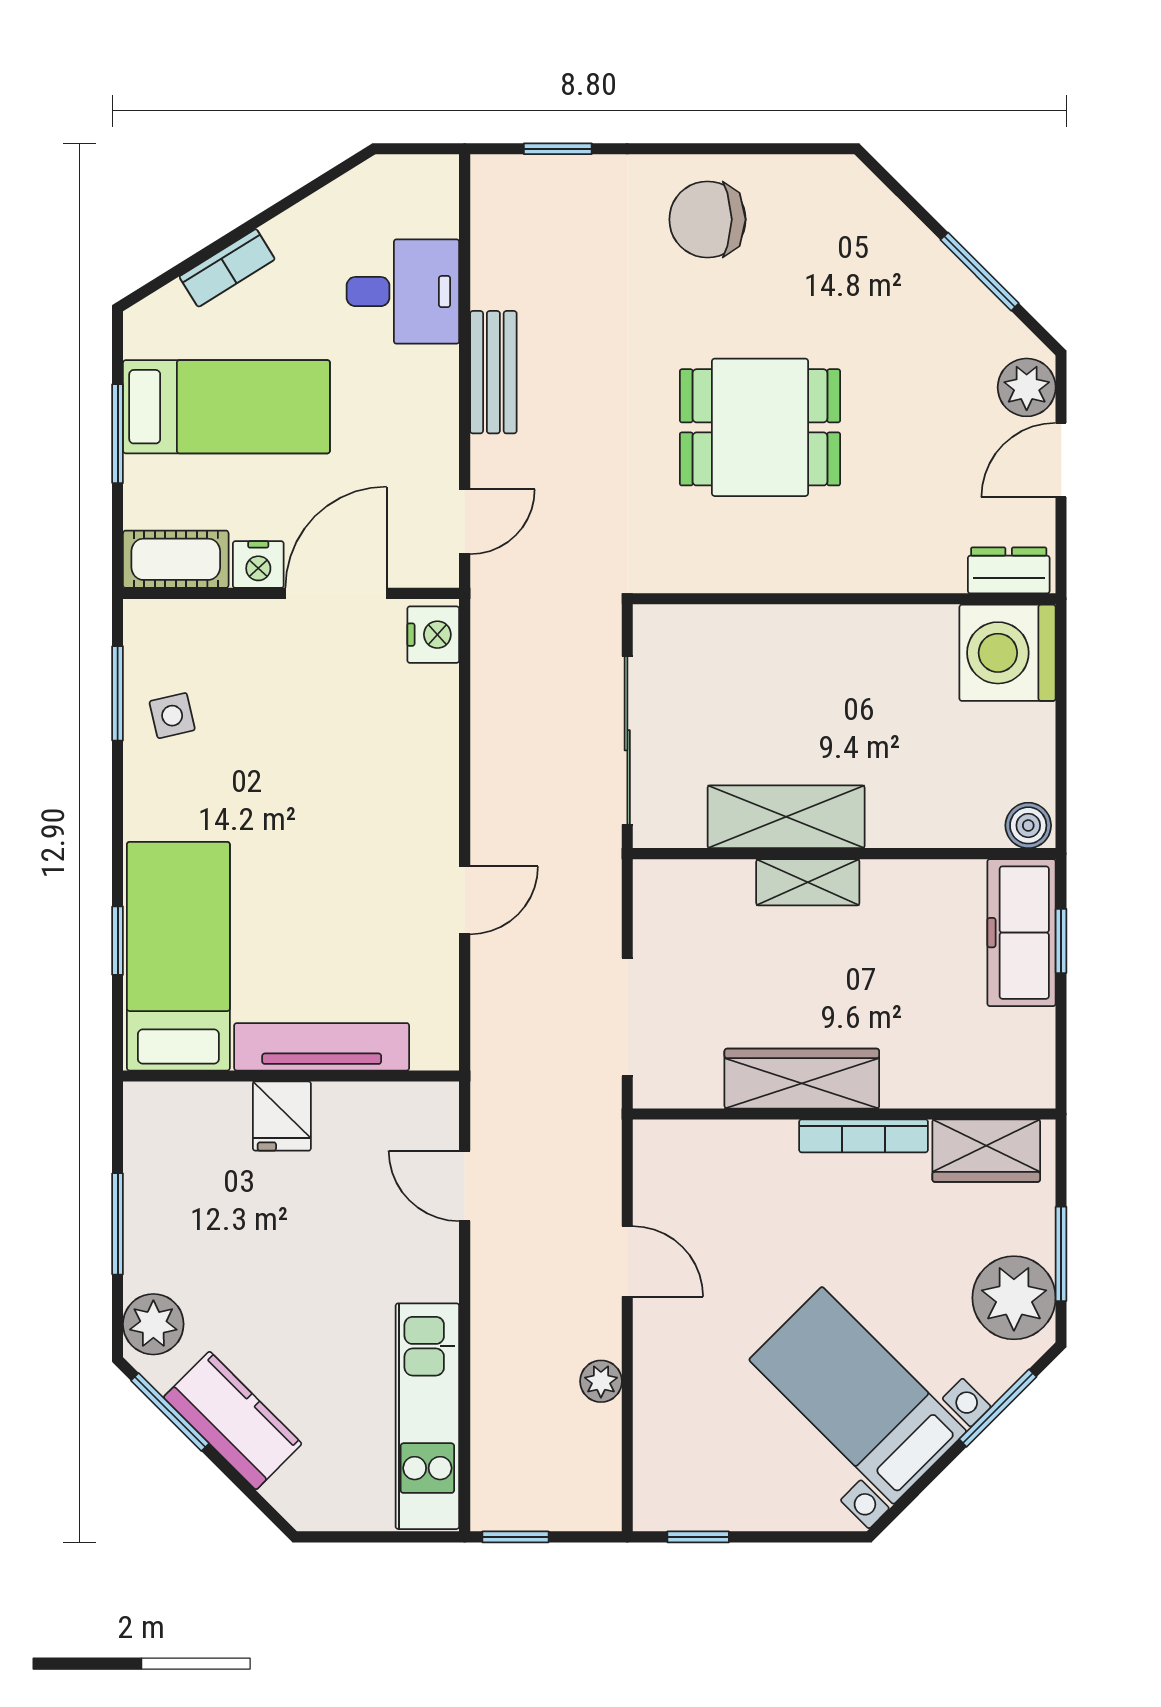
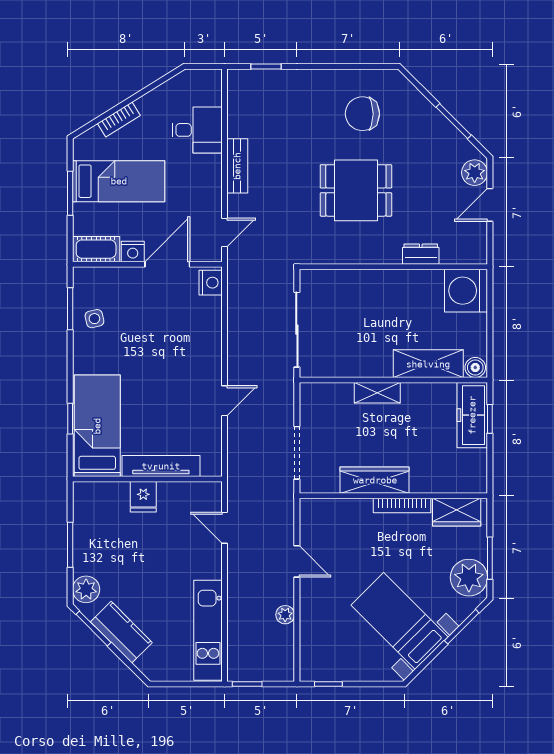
chair: (707, 219) -> (362, 114), moved
dresser: (1009, 570) -> (421, 254), moved
shelving: (786, 817) -> (428, 364), moved

